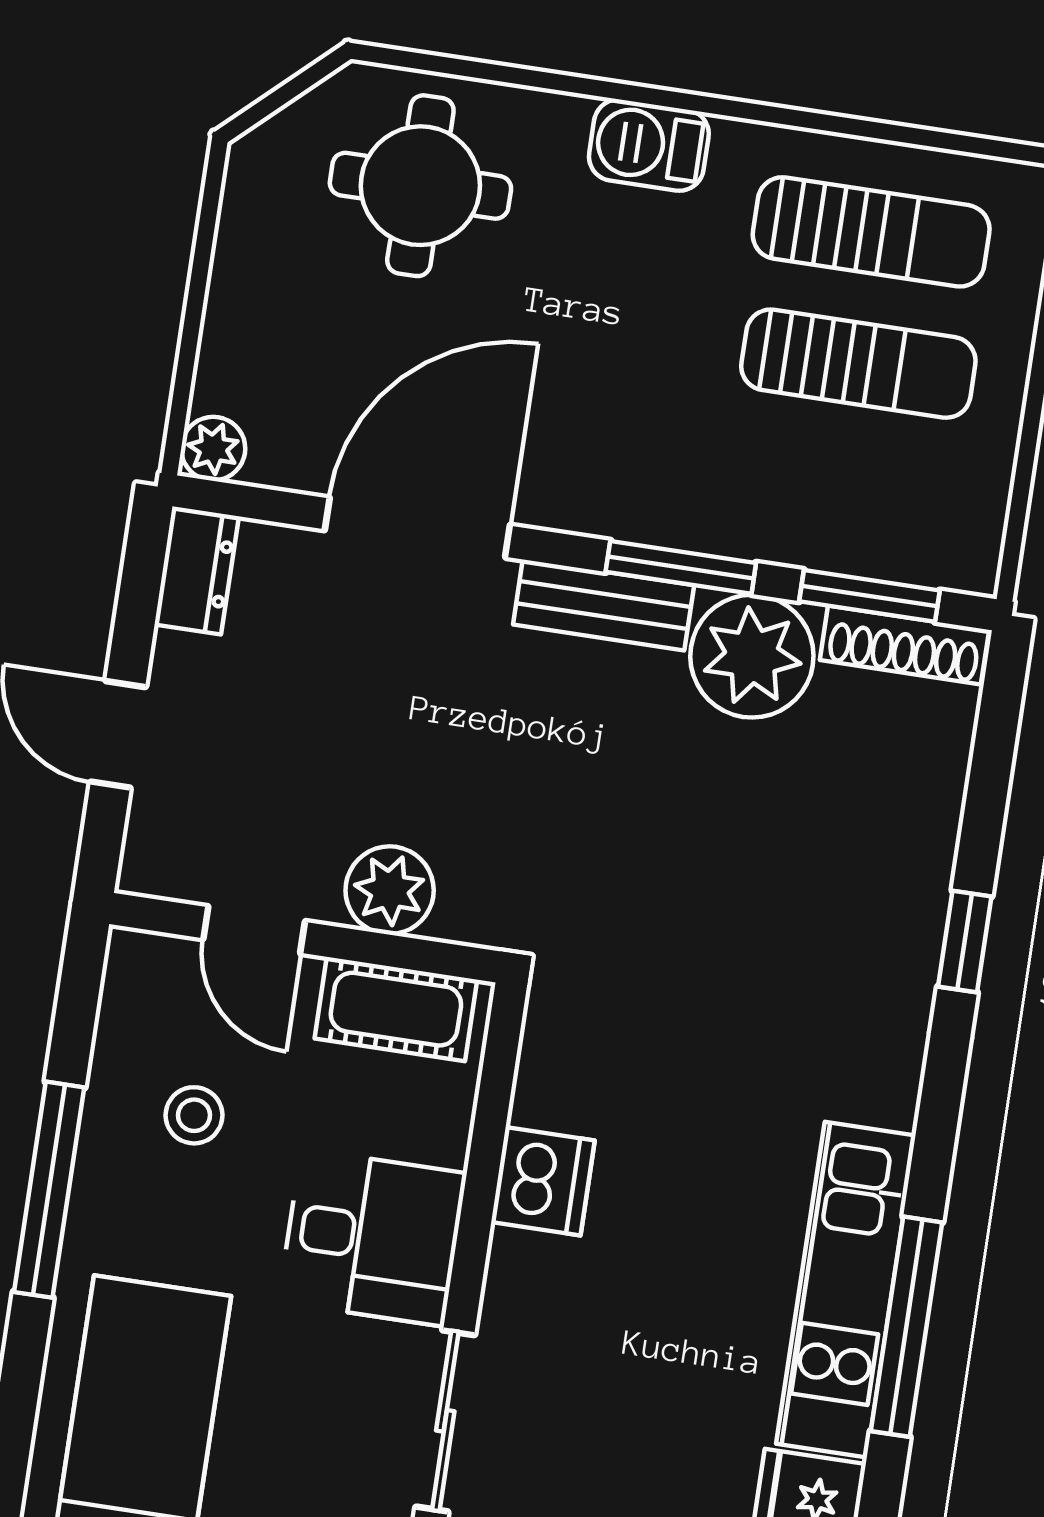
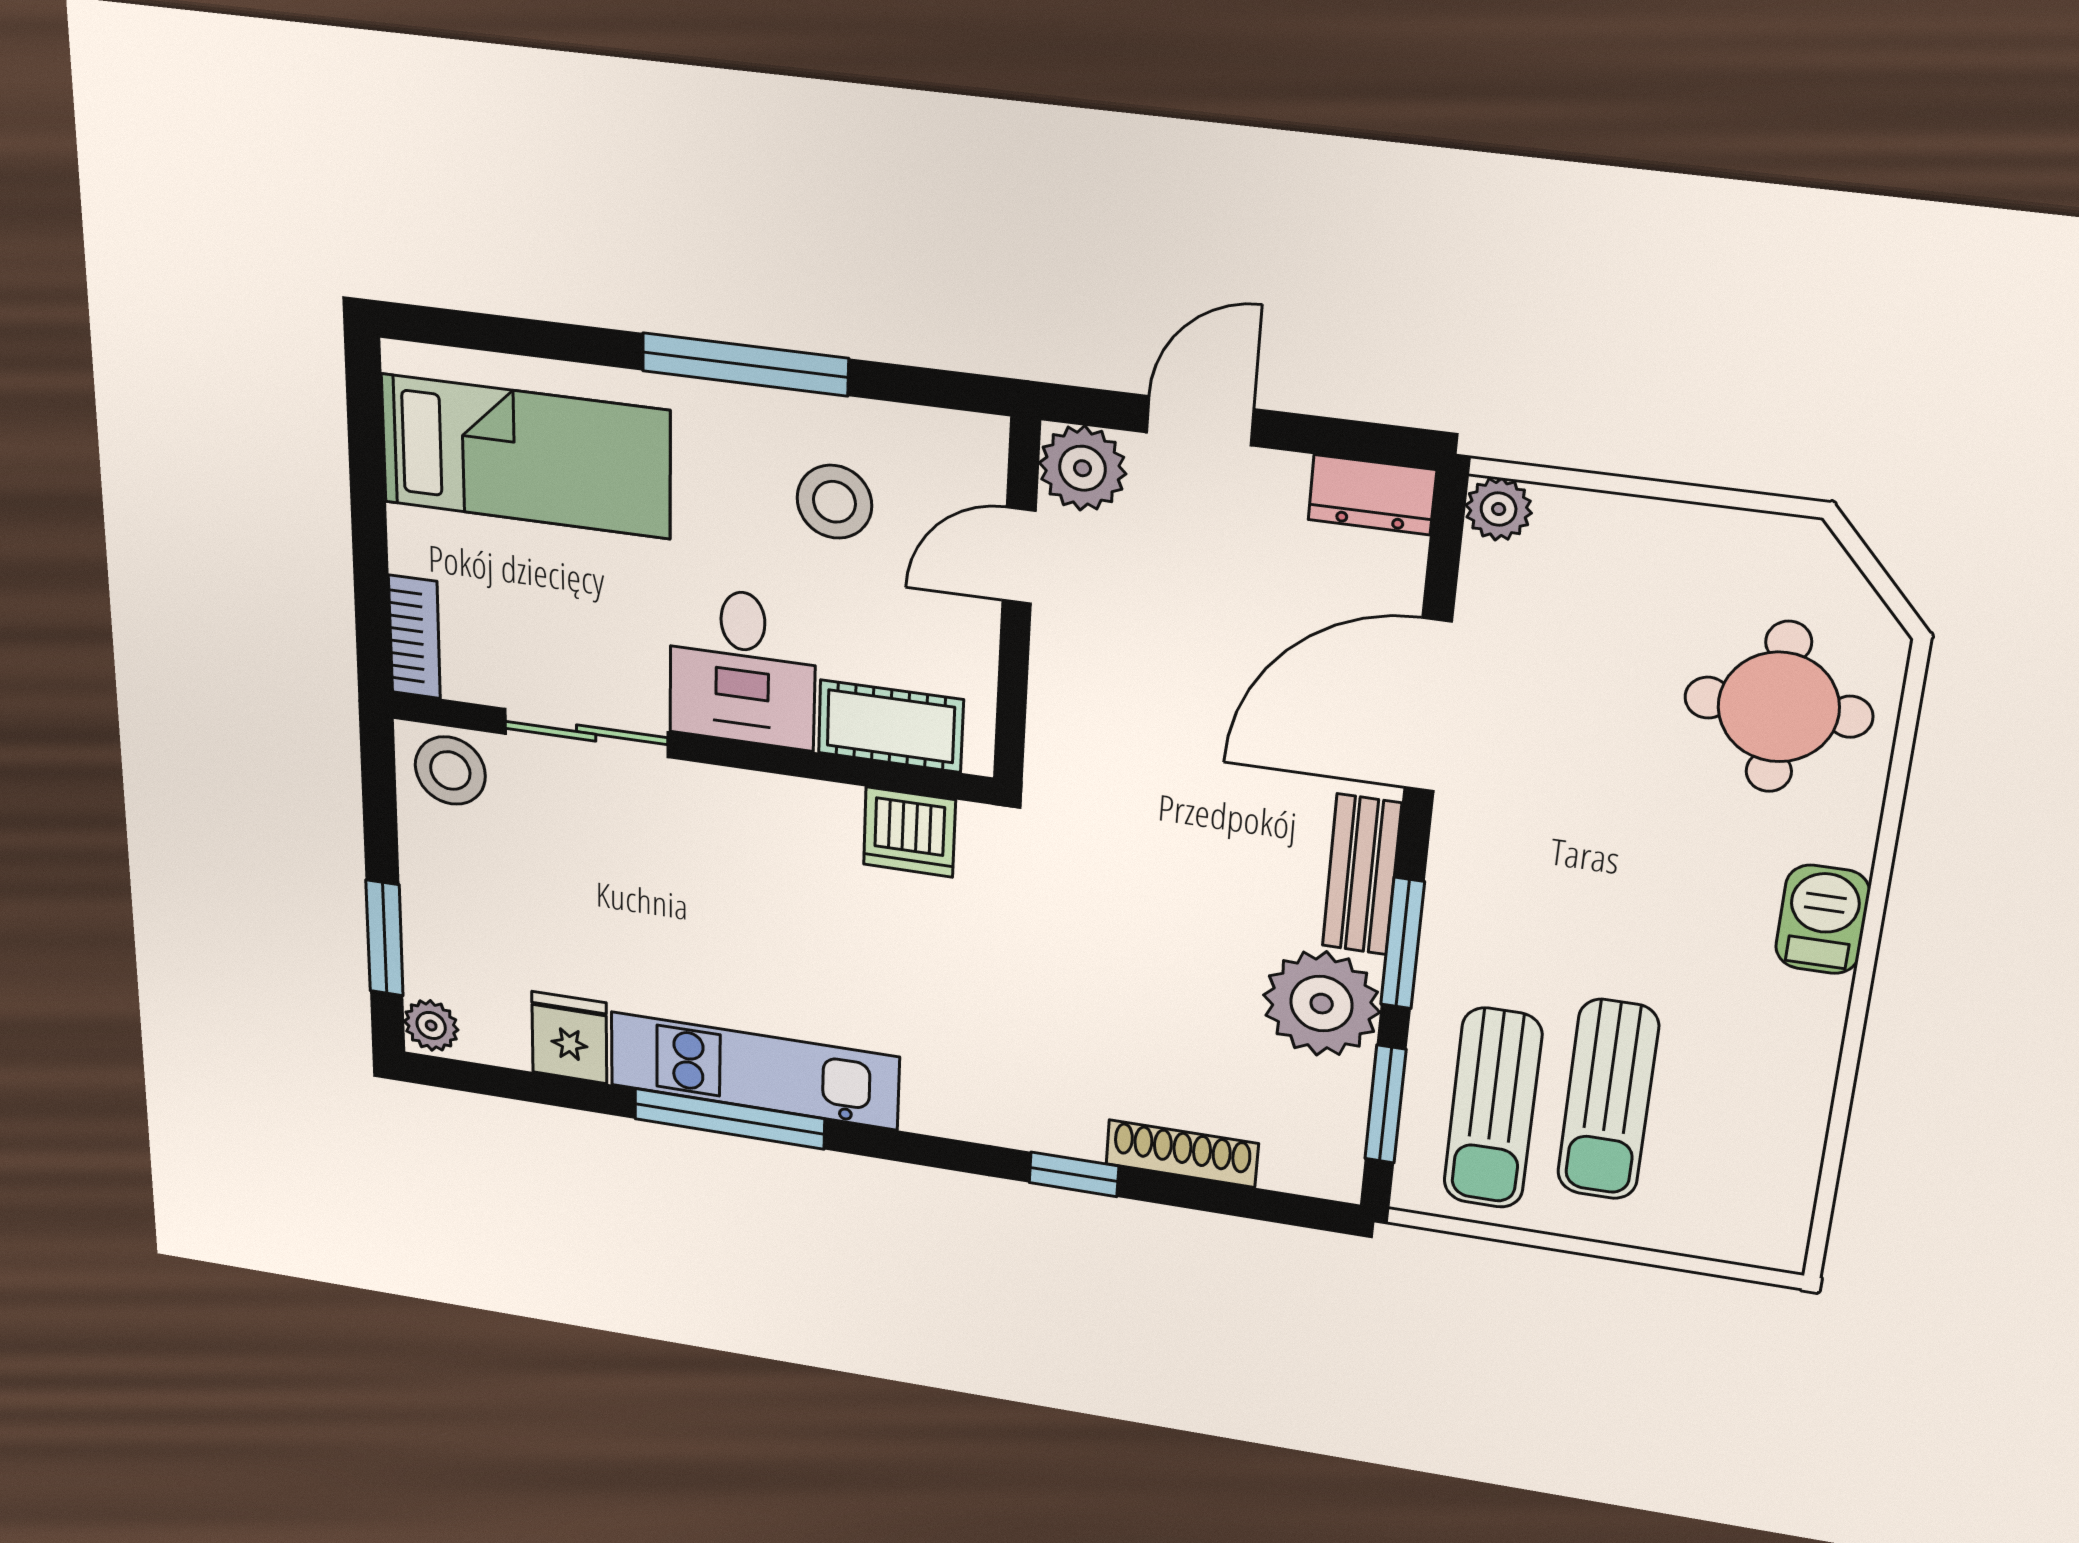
sun lounger: (871, 232) -> (1493, 1109), moved
door: (417, 528) -> (1428, 705), swing flipped
shoe rack: (904, 645) -> (1182, 1154), moved, turned 90
plant: (390, 890) -> (1083, 468), moved
cot: (396, 1009) -> (891, 726), moved, turned 90
stool: (194, 1115) -> (834, 502), width x1.37, depth x1.37
dishwasher: (543, 1181) -> (909, 832), moved

